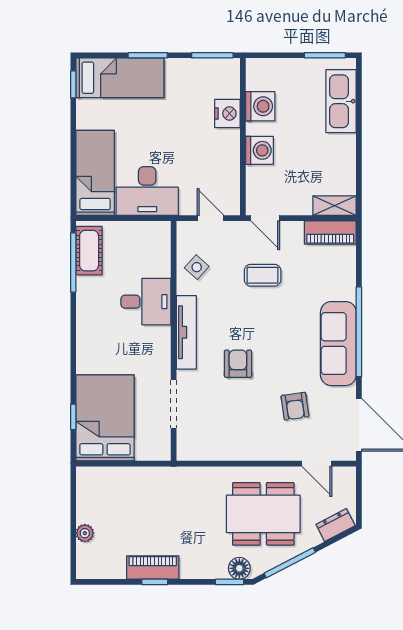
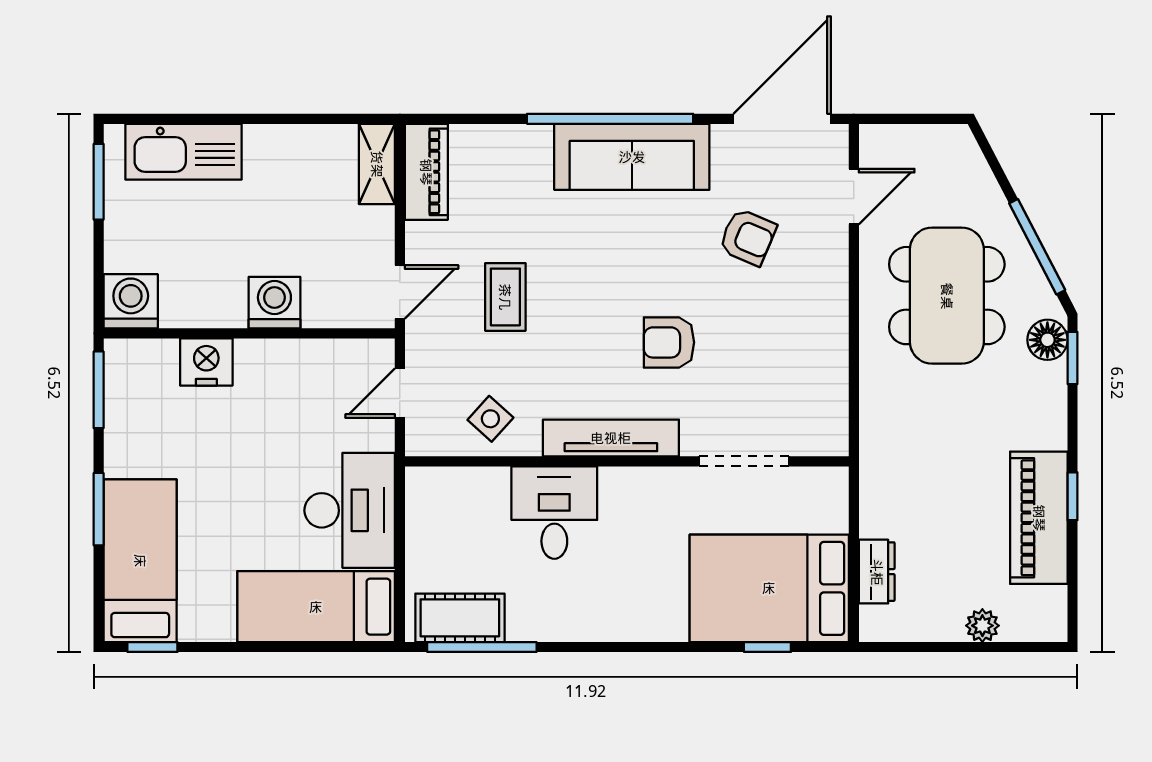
washing machine: (260, 106) -> (131, 301), moved
armchair: (295, 406) -> (748, 237), turned 31
dresser: (336, 525) -> (877, 572), moved, turned -153
piano: (153, 567) -> (1039, 518), width x1.37, depth x1.33

